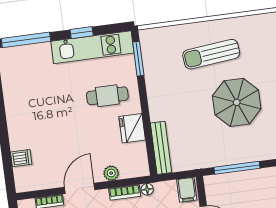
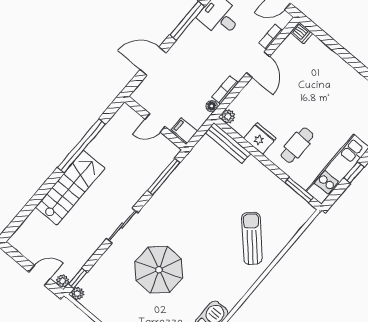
sun lounger: (211, 54) -> (252, 238), turned -37
parasol: (237, 102) -> (205, 221), removed
dishwasher: (21, 158) -> (301, 33), moved, turned -90
plant: (111, 173) -> (228, 116), moved

